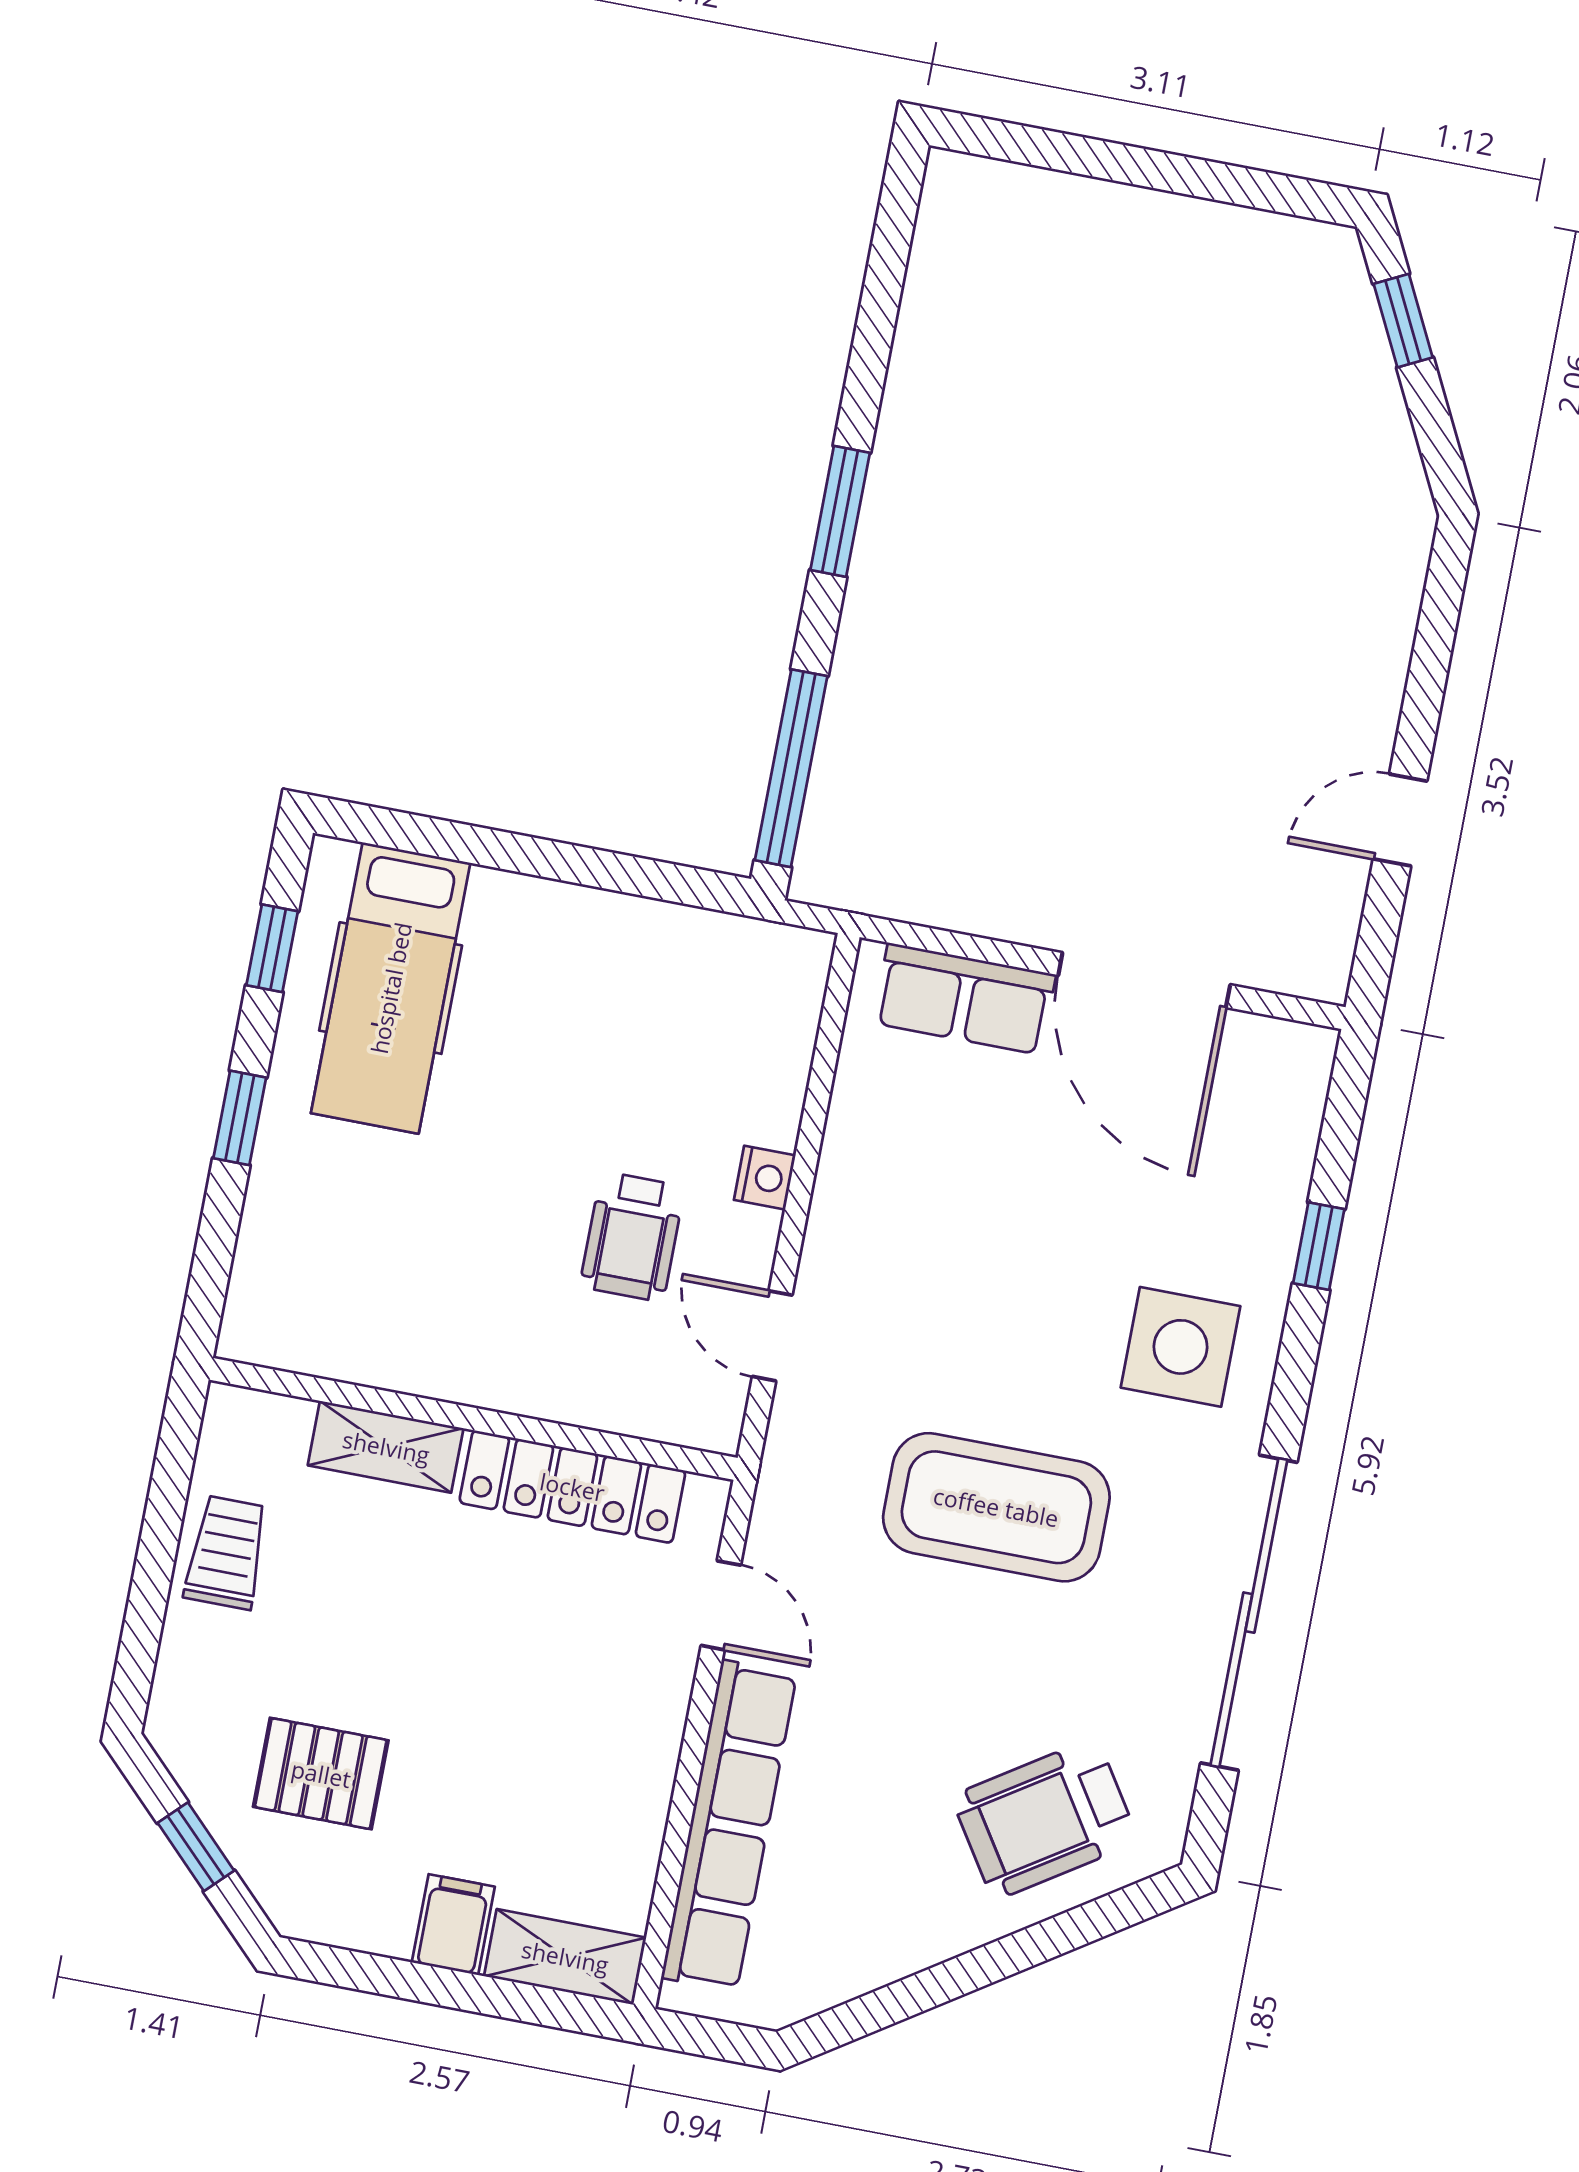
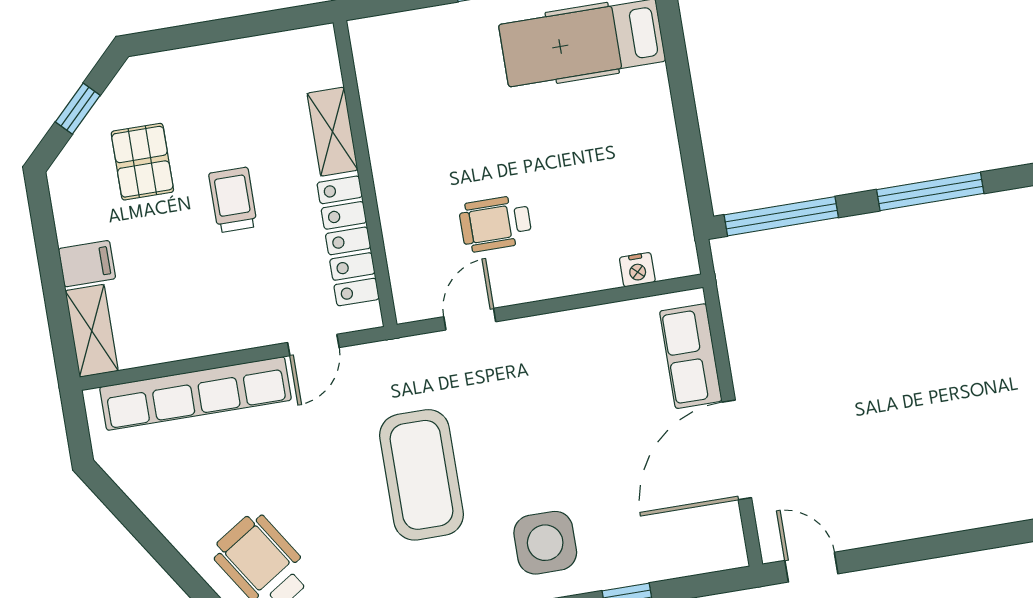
window: (840, 511) -> (930, 191), width x1.44
door: (1400, 820) -> (811, 567), moved
nightstand: (765, 1178) -> (637, 270), moved
trolley: (226, 1553) -> (233, 200), moved, turned -90

